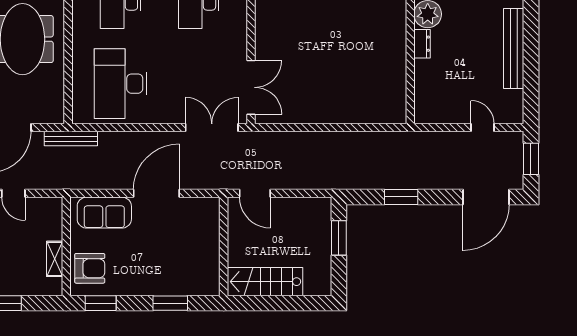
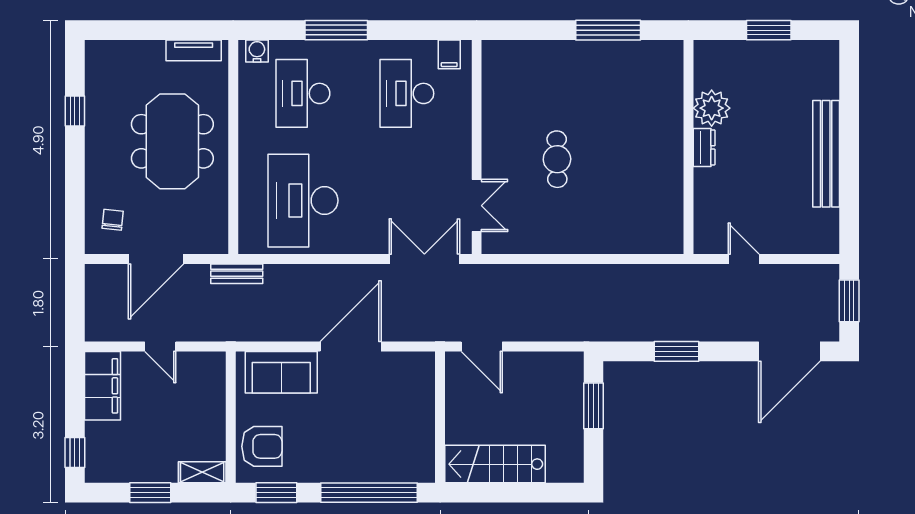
cafe table: (311, 53) -> (557, 159), added
double door: (251, 87) -> (477, 206), width x0.73
door: (483, 127) -> (744, 259), moved
bench: (71, 139) -> (237, 274), width x0.73
shelving: (55, 259) -> (202, 472), moved, turned 90
window: (170, 303) -> (369, 493), width x2.11

